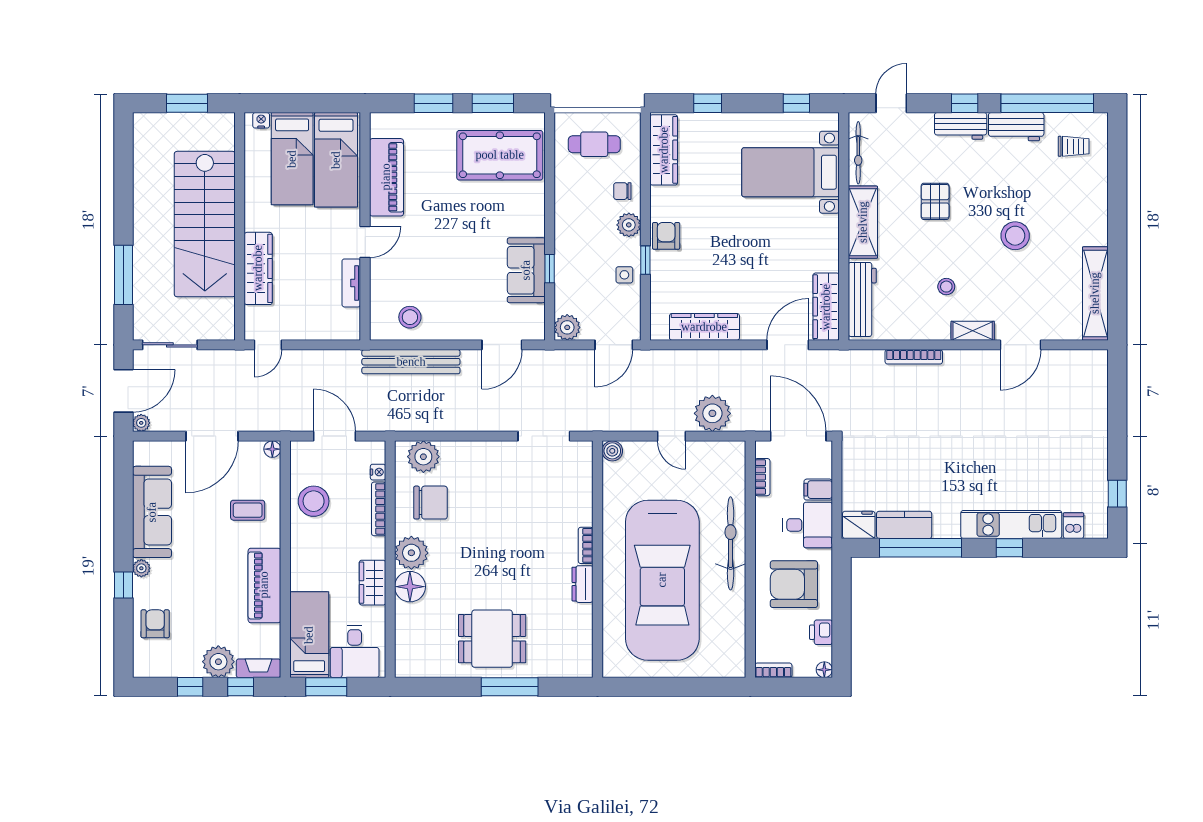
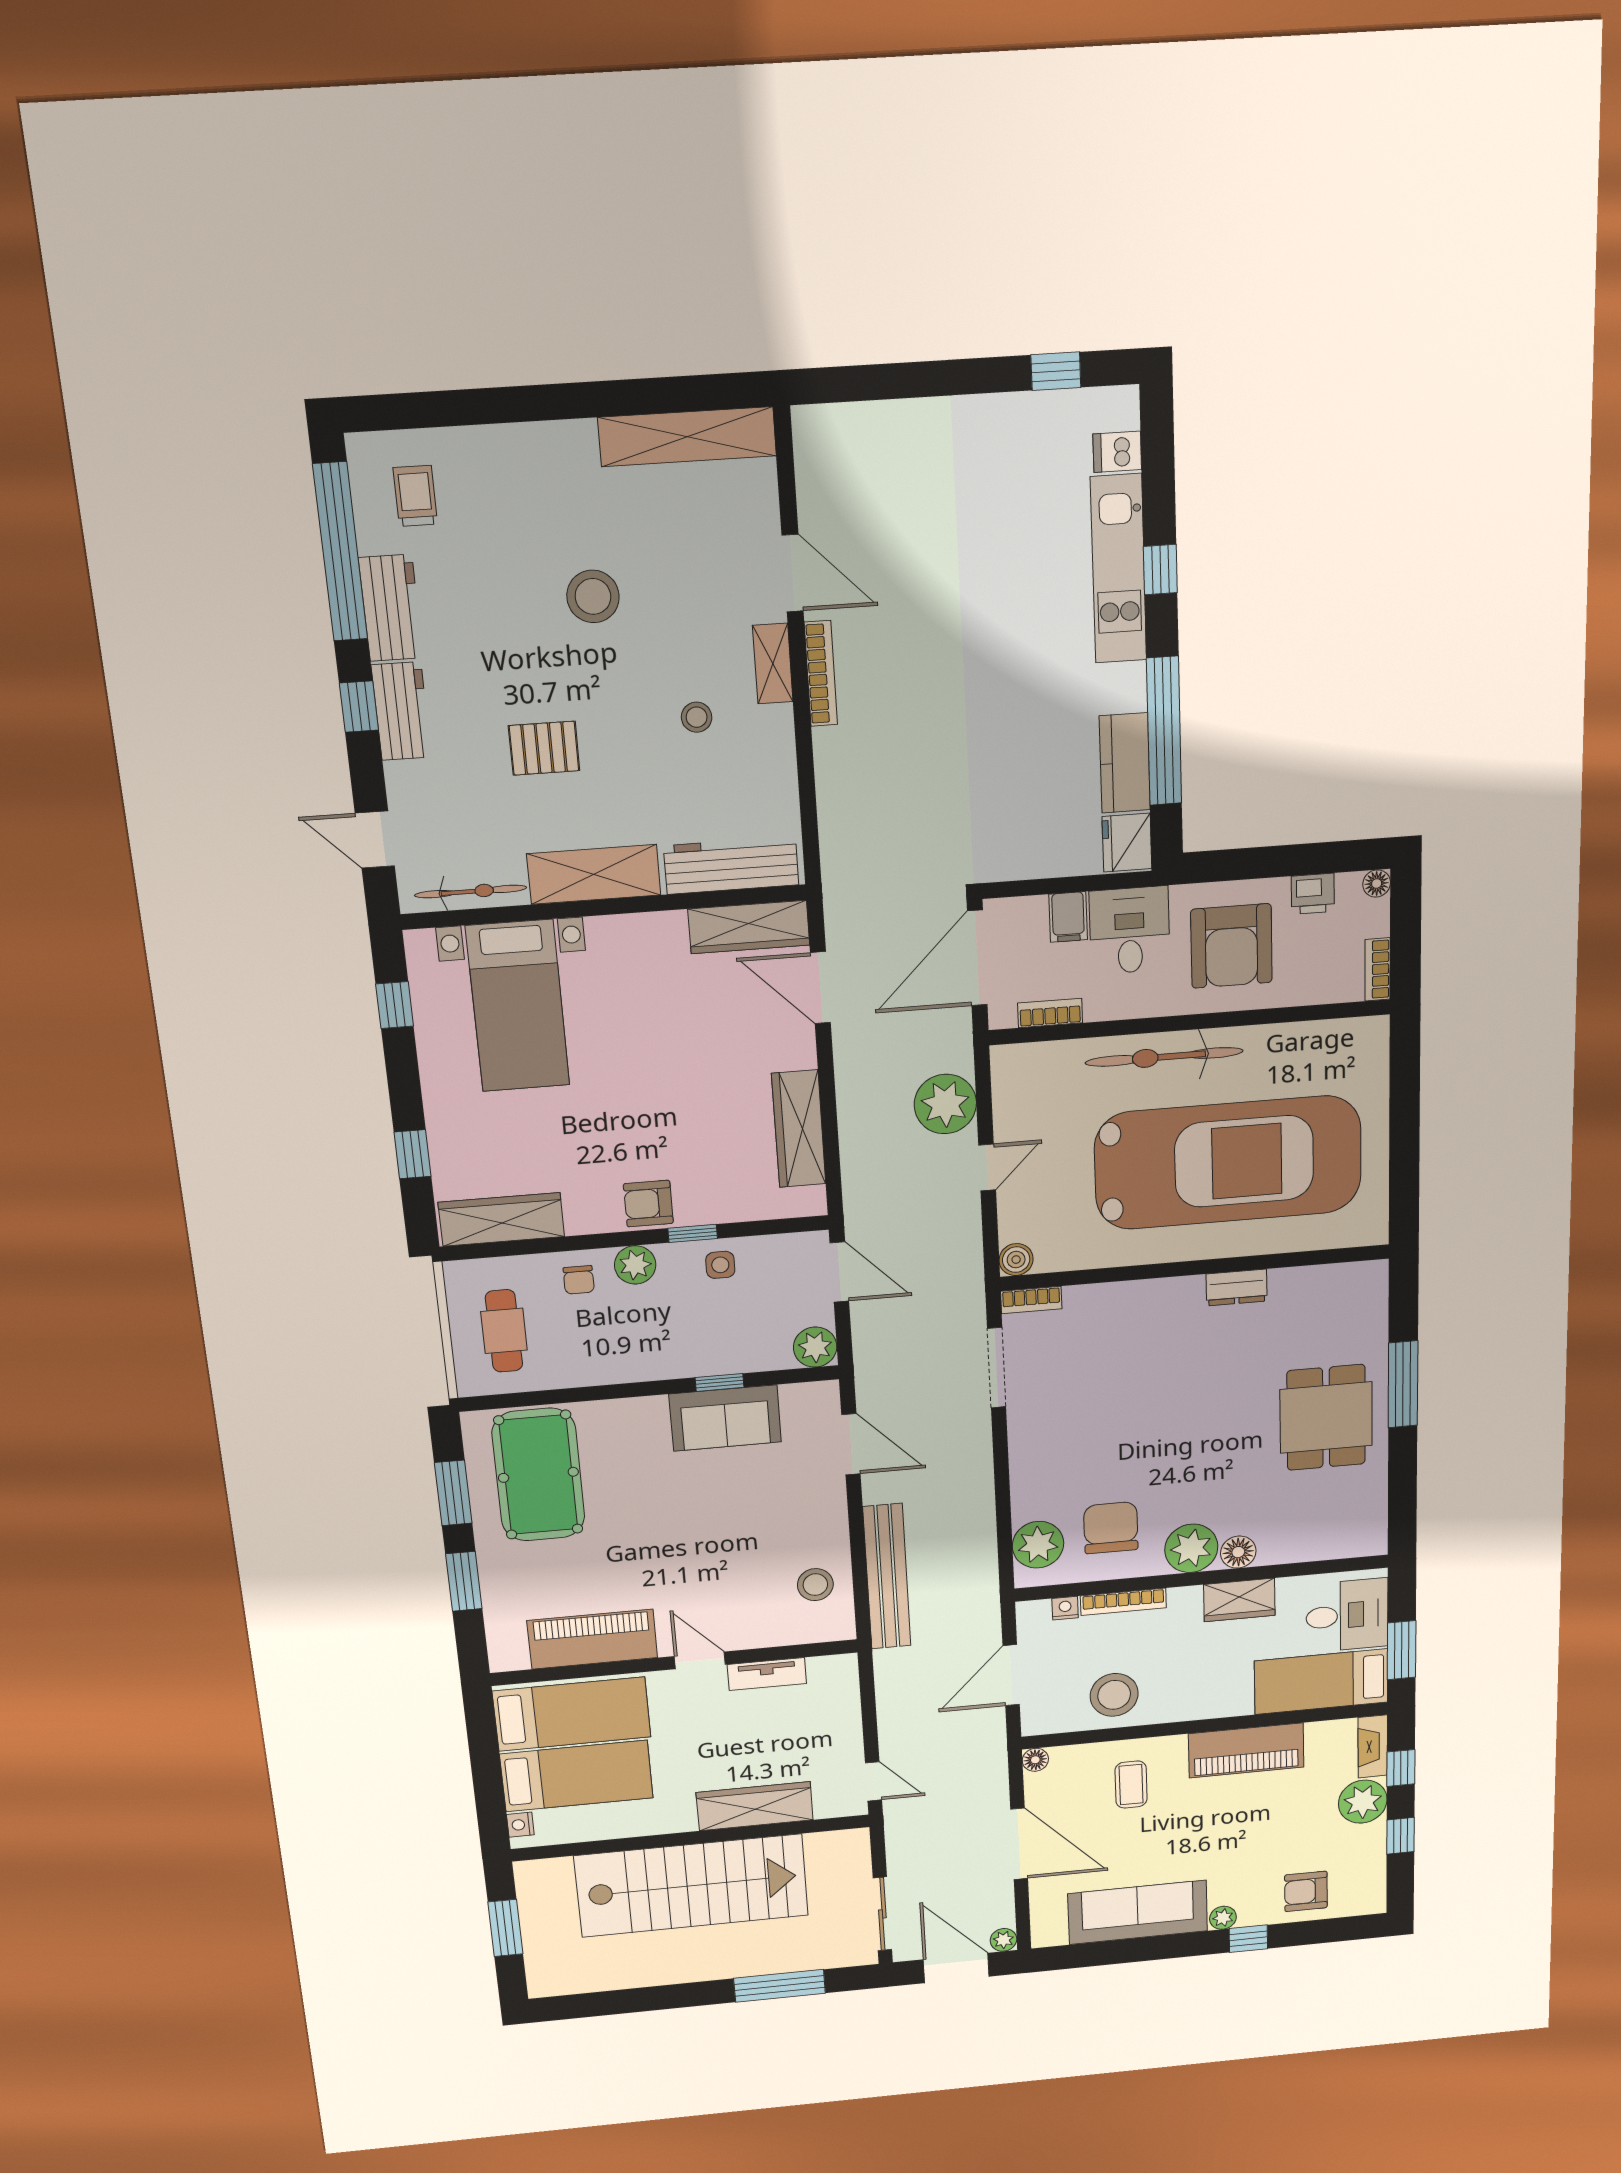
bookcase: (914, 357) -> (821, 673), moved
bookcase: (586, 545) -> (1031, 1300), moved
floor lamp: (410, 587) -> (1238, 1552), width x0.73, depth x0.73

